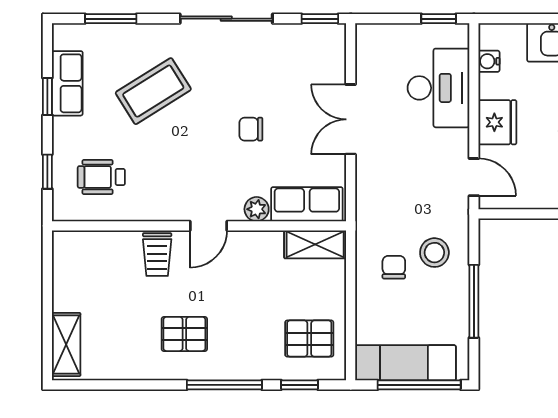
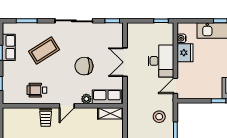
desk: (438, 88) -> (161, 61), moved
fridge: (497, 122) -> (185, 53), moved
chair: (251, 129) -> (84, 66), width x1.87, depth x1.87
wheelchair: (101, 177) -> (37, 90), moved
door: (474, 177) -> (175, 86), swing flipped
chair: (394, 267) -> (143, 123), removed

